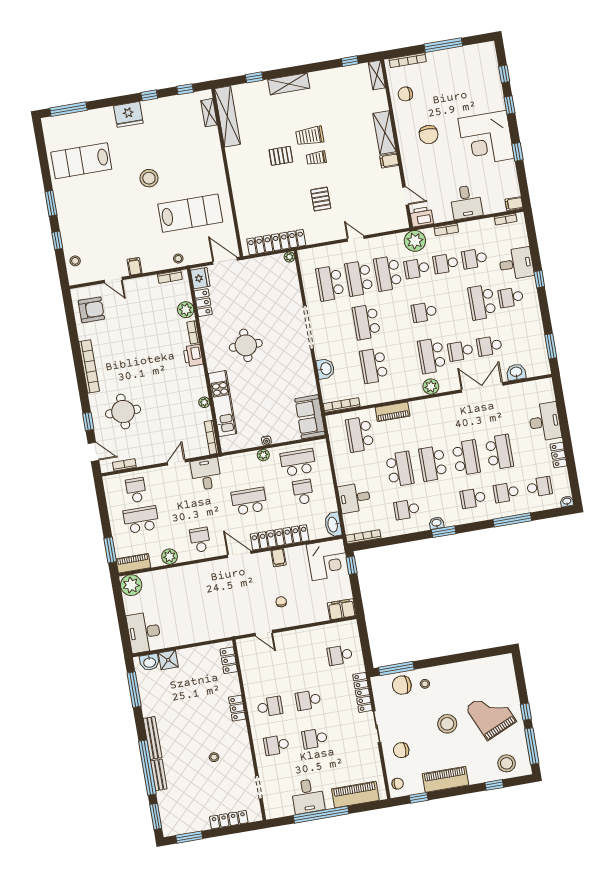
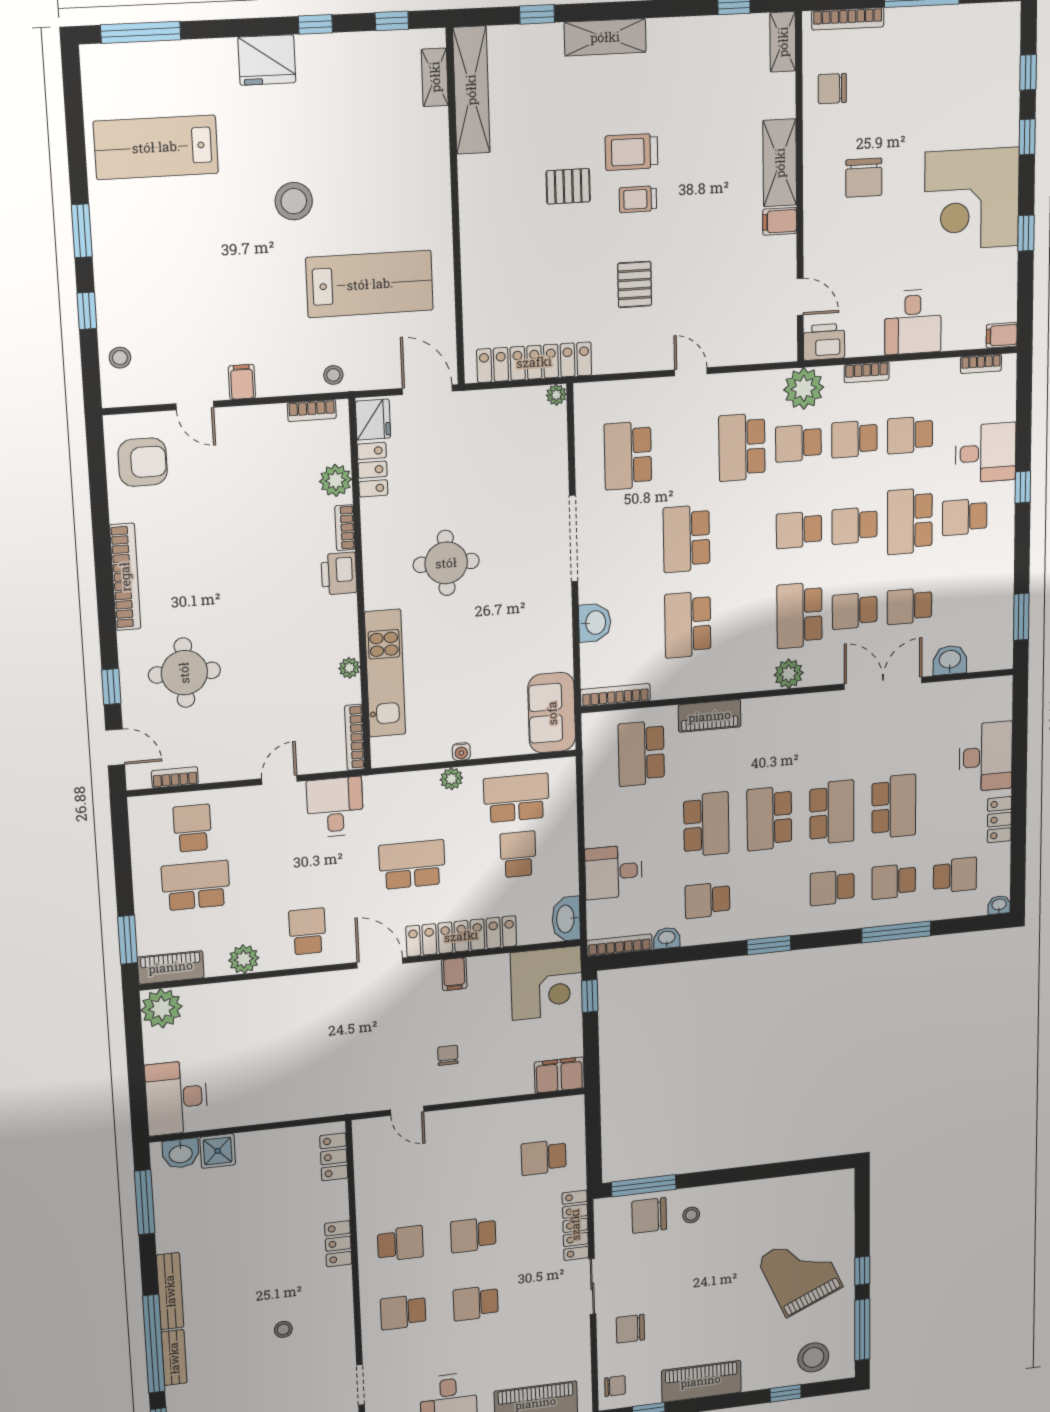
school desk: (359, 278) -> (855, 525), moved, width x0.54
washbasin: (437, 523) -> (667, 938), moved
stool: (447, 724) -> (720, 1286), removed

